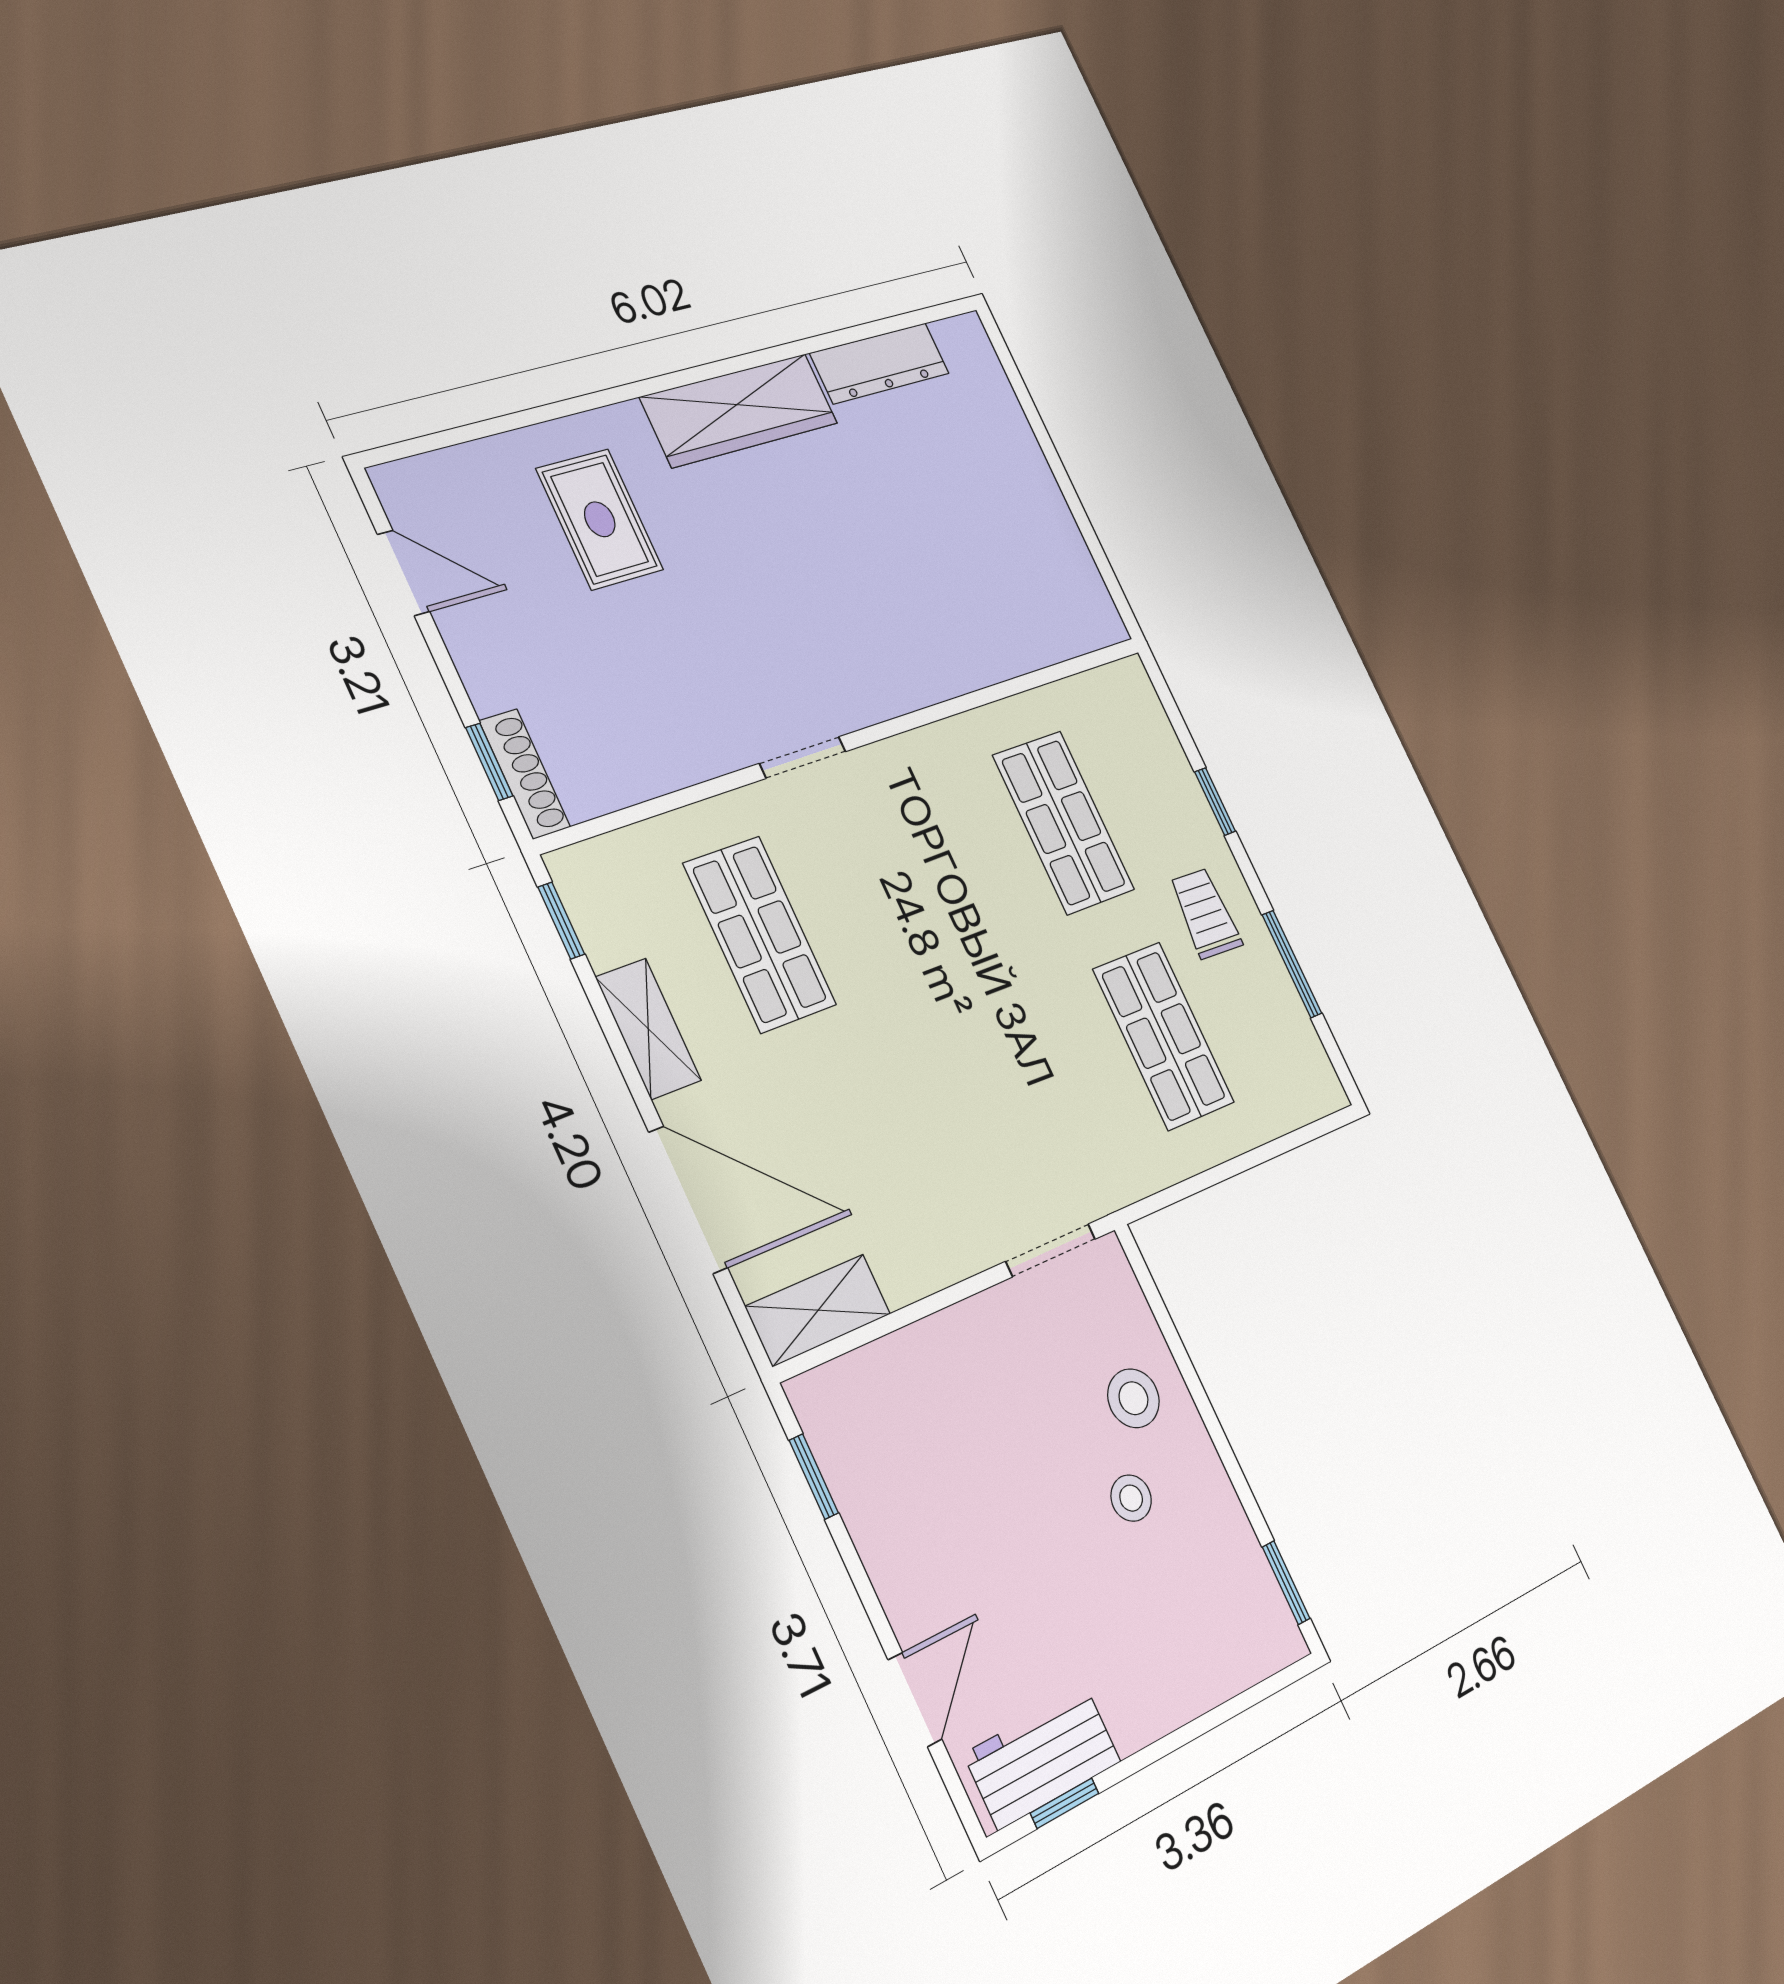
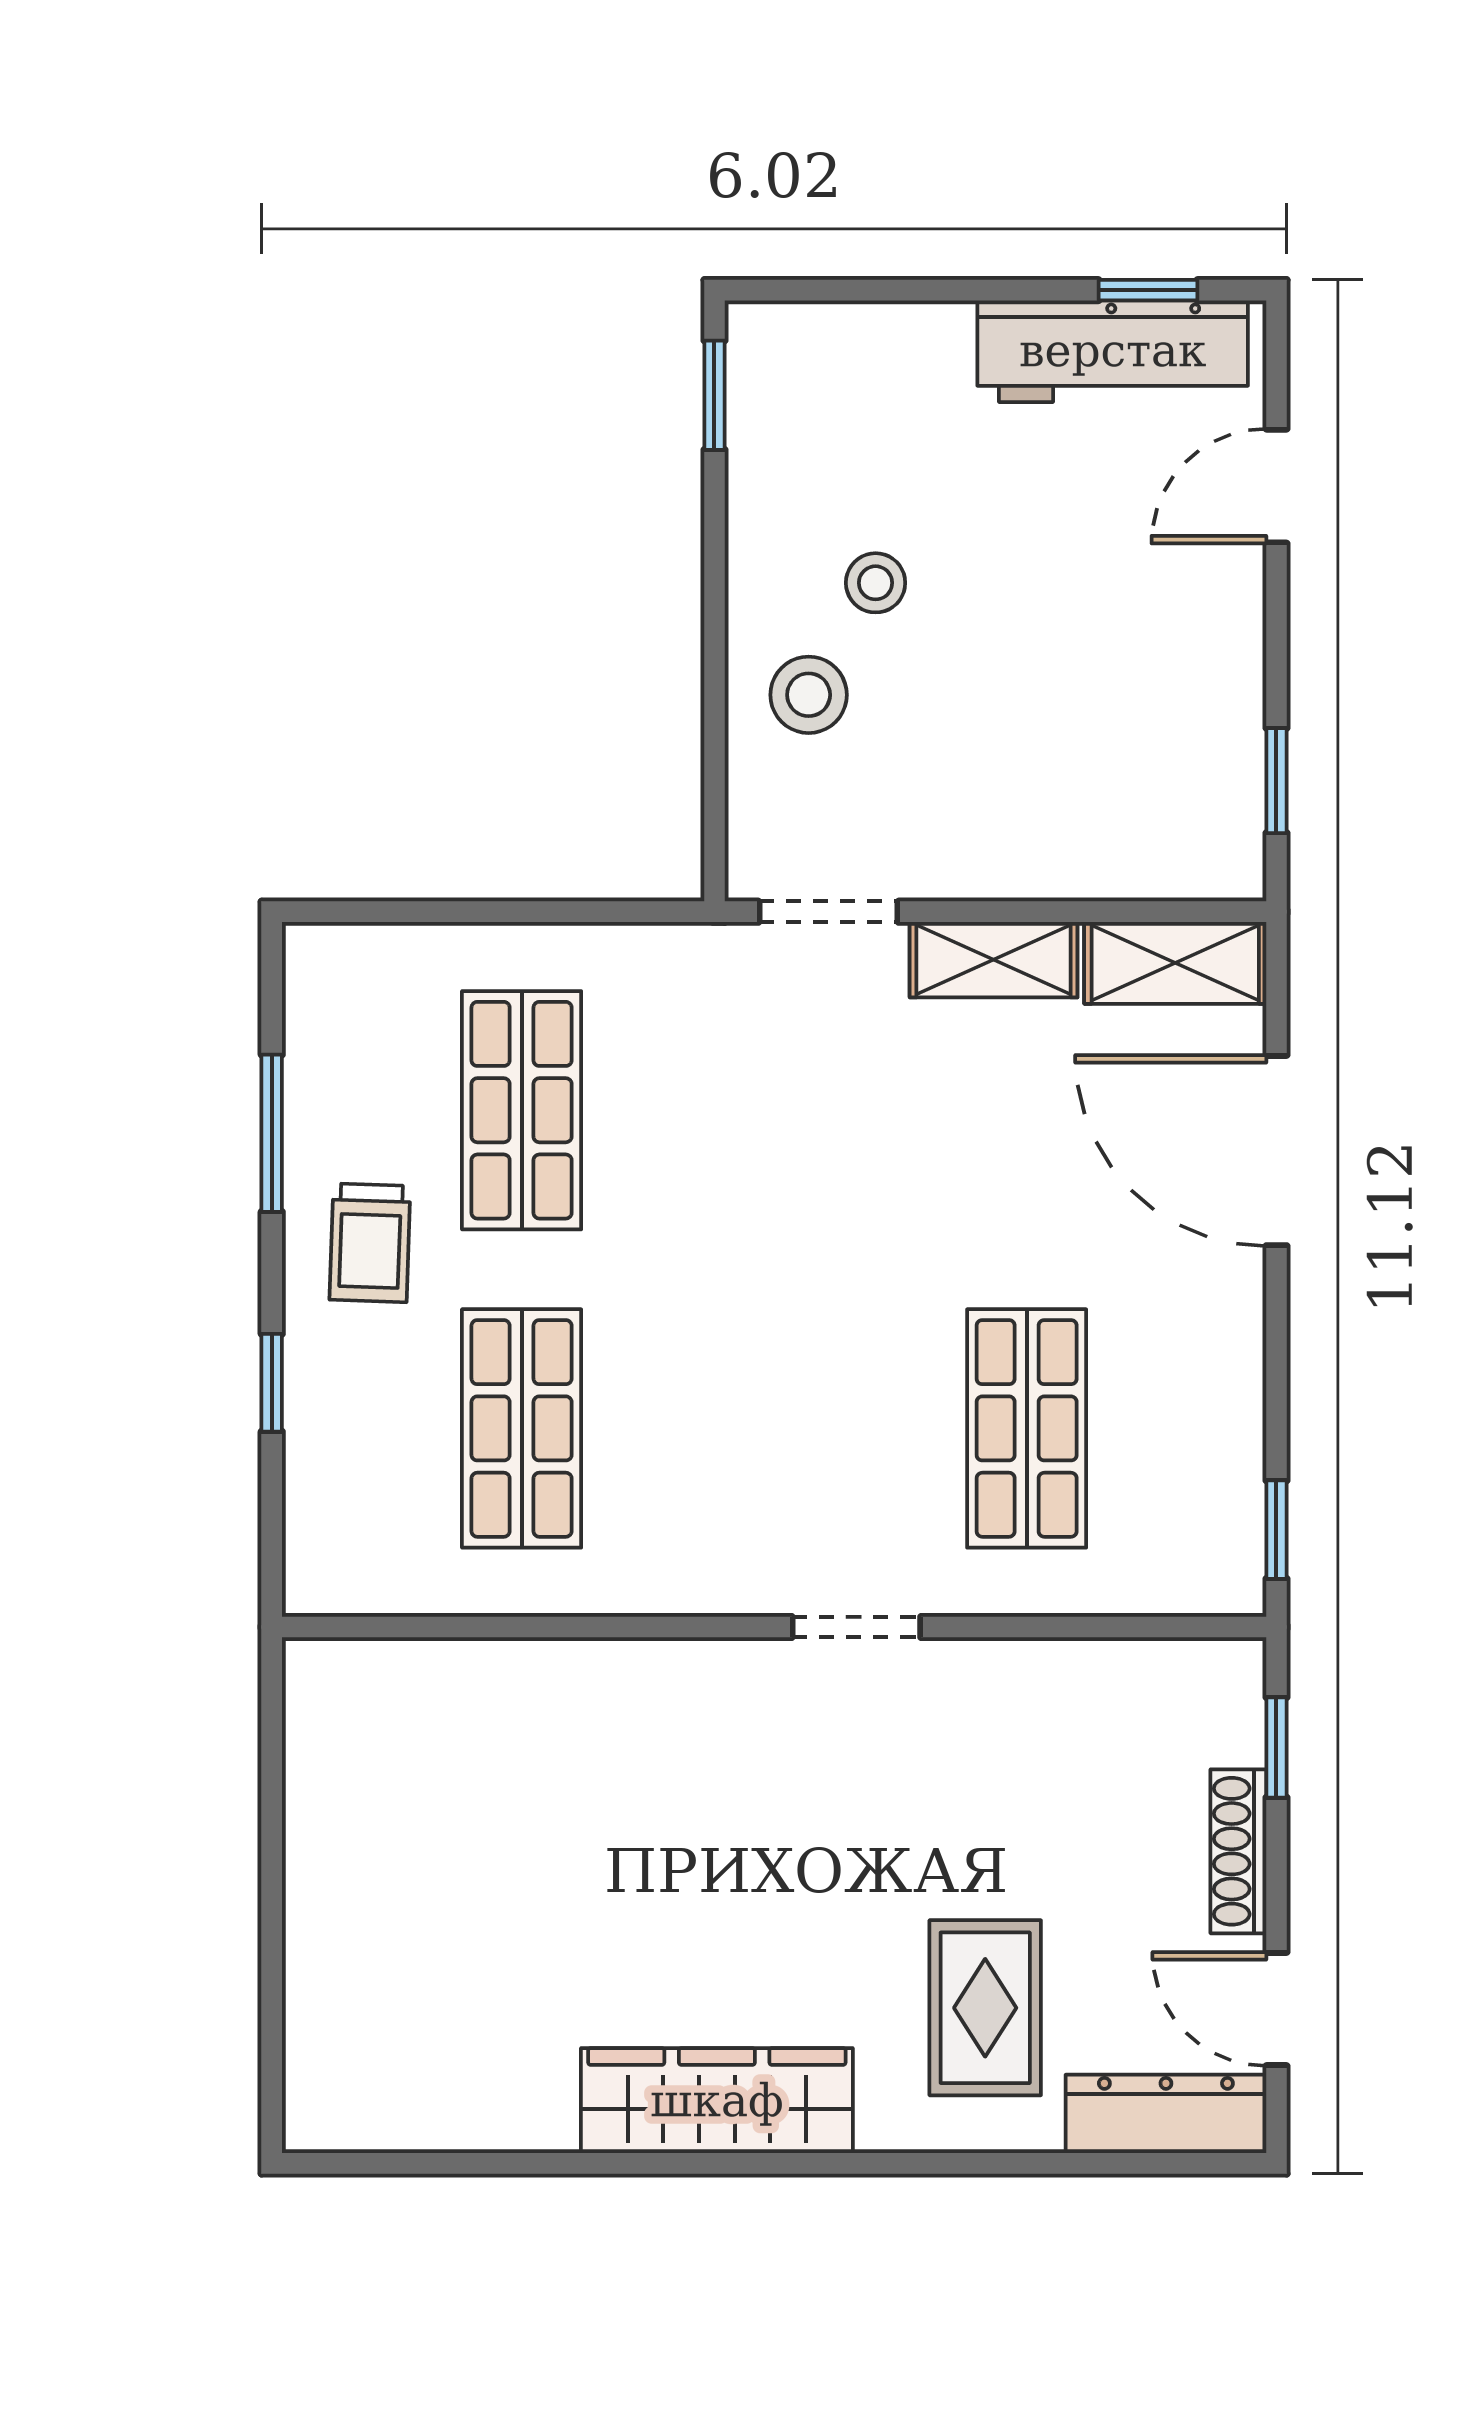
dresser: (880, 363) -> (1166, 2114), moved
shoe rack: (525, 774) -> (1238, 1851), moved
shelving: (648, 1029) -> (994, 960), moved, turned 90
workbench: (1043, 1758) -> (1113, 351), width x1.37

